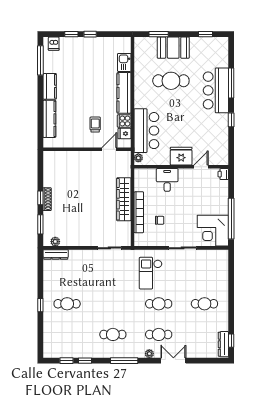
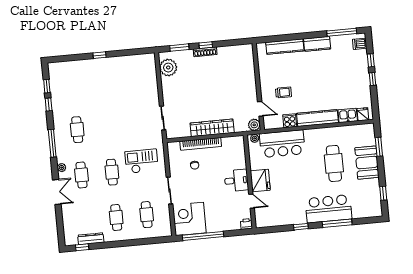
fridge: (125, 134) -> (363, 114), moved
plant: (125, 157) -> (254, 125), added
desk: (167, 180) -> (236, 180), moved
plant: (55, 242) -> (168, 68), width x1.88, depth x1.88
dresser: (56, 254) -> (151, 65), removed
cafe table: (67, 304) -> (147, 215), moved
dresser: (223, 344) -> (91, 239), moved

